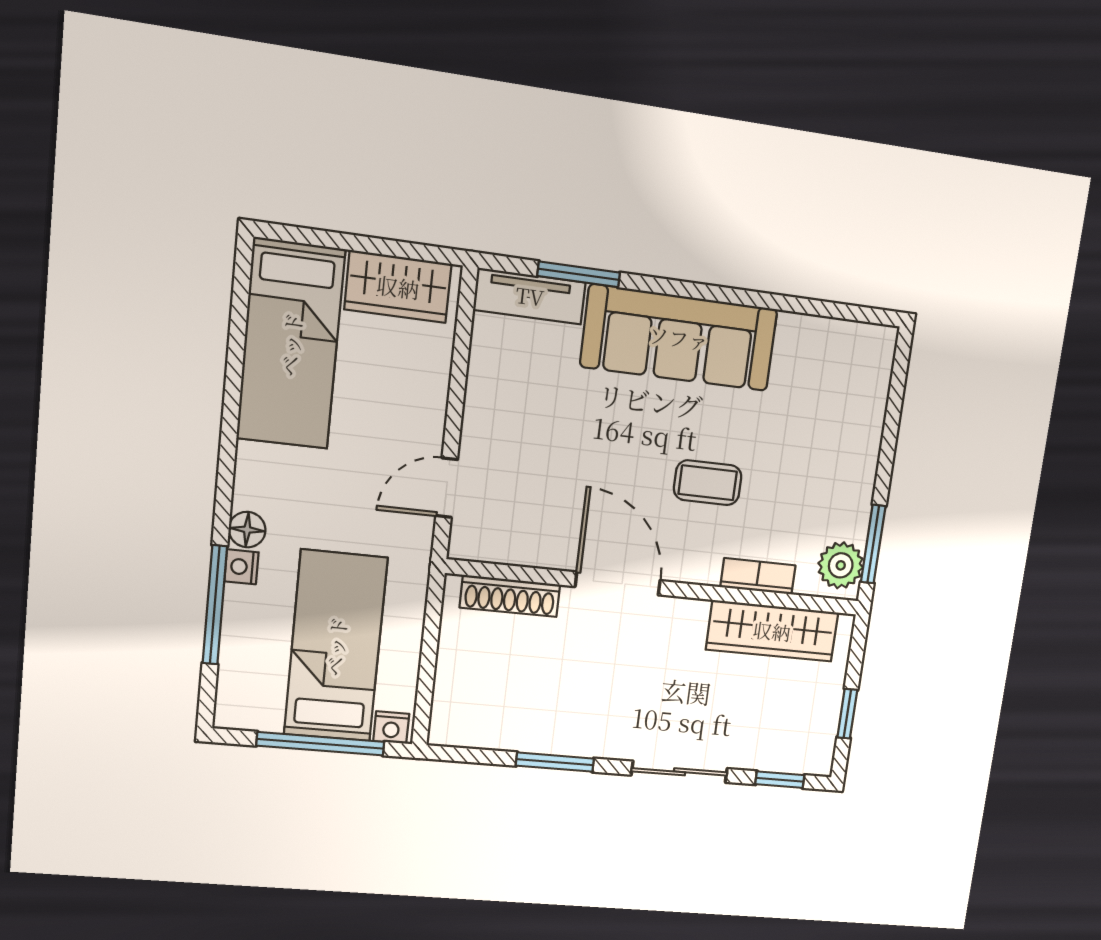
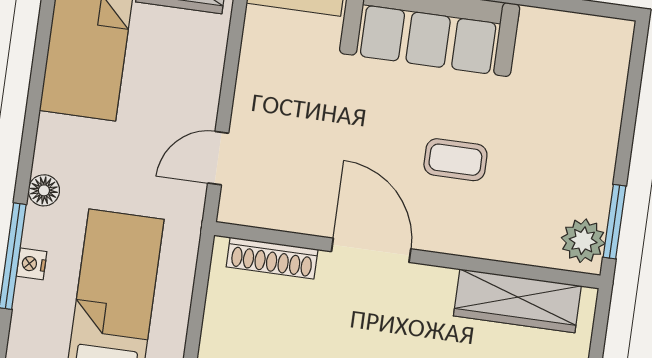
nightstand: (241, 567) -> (32, 264), moved
bookcase: (758, 576) -> (503, 248), removed

